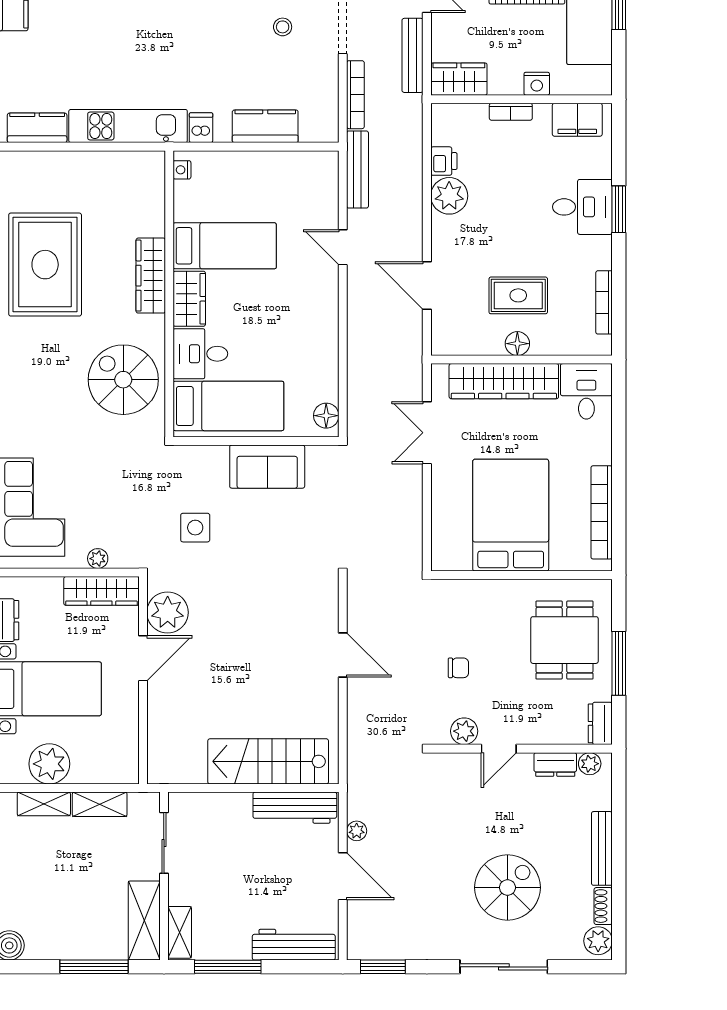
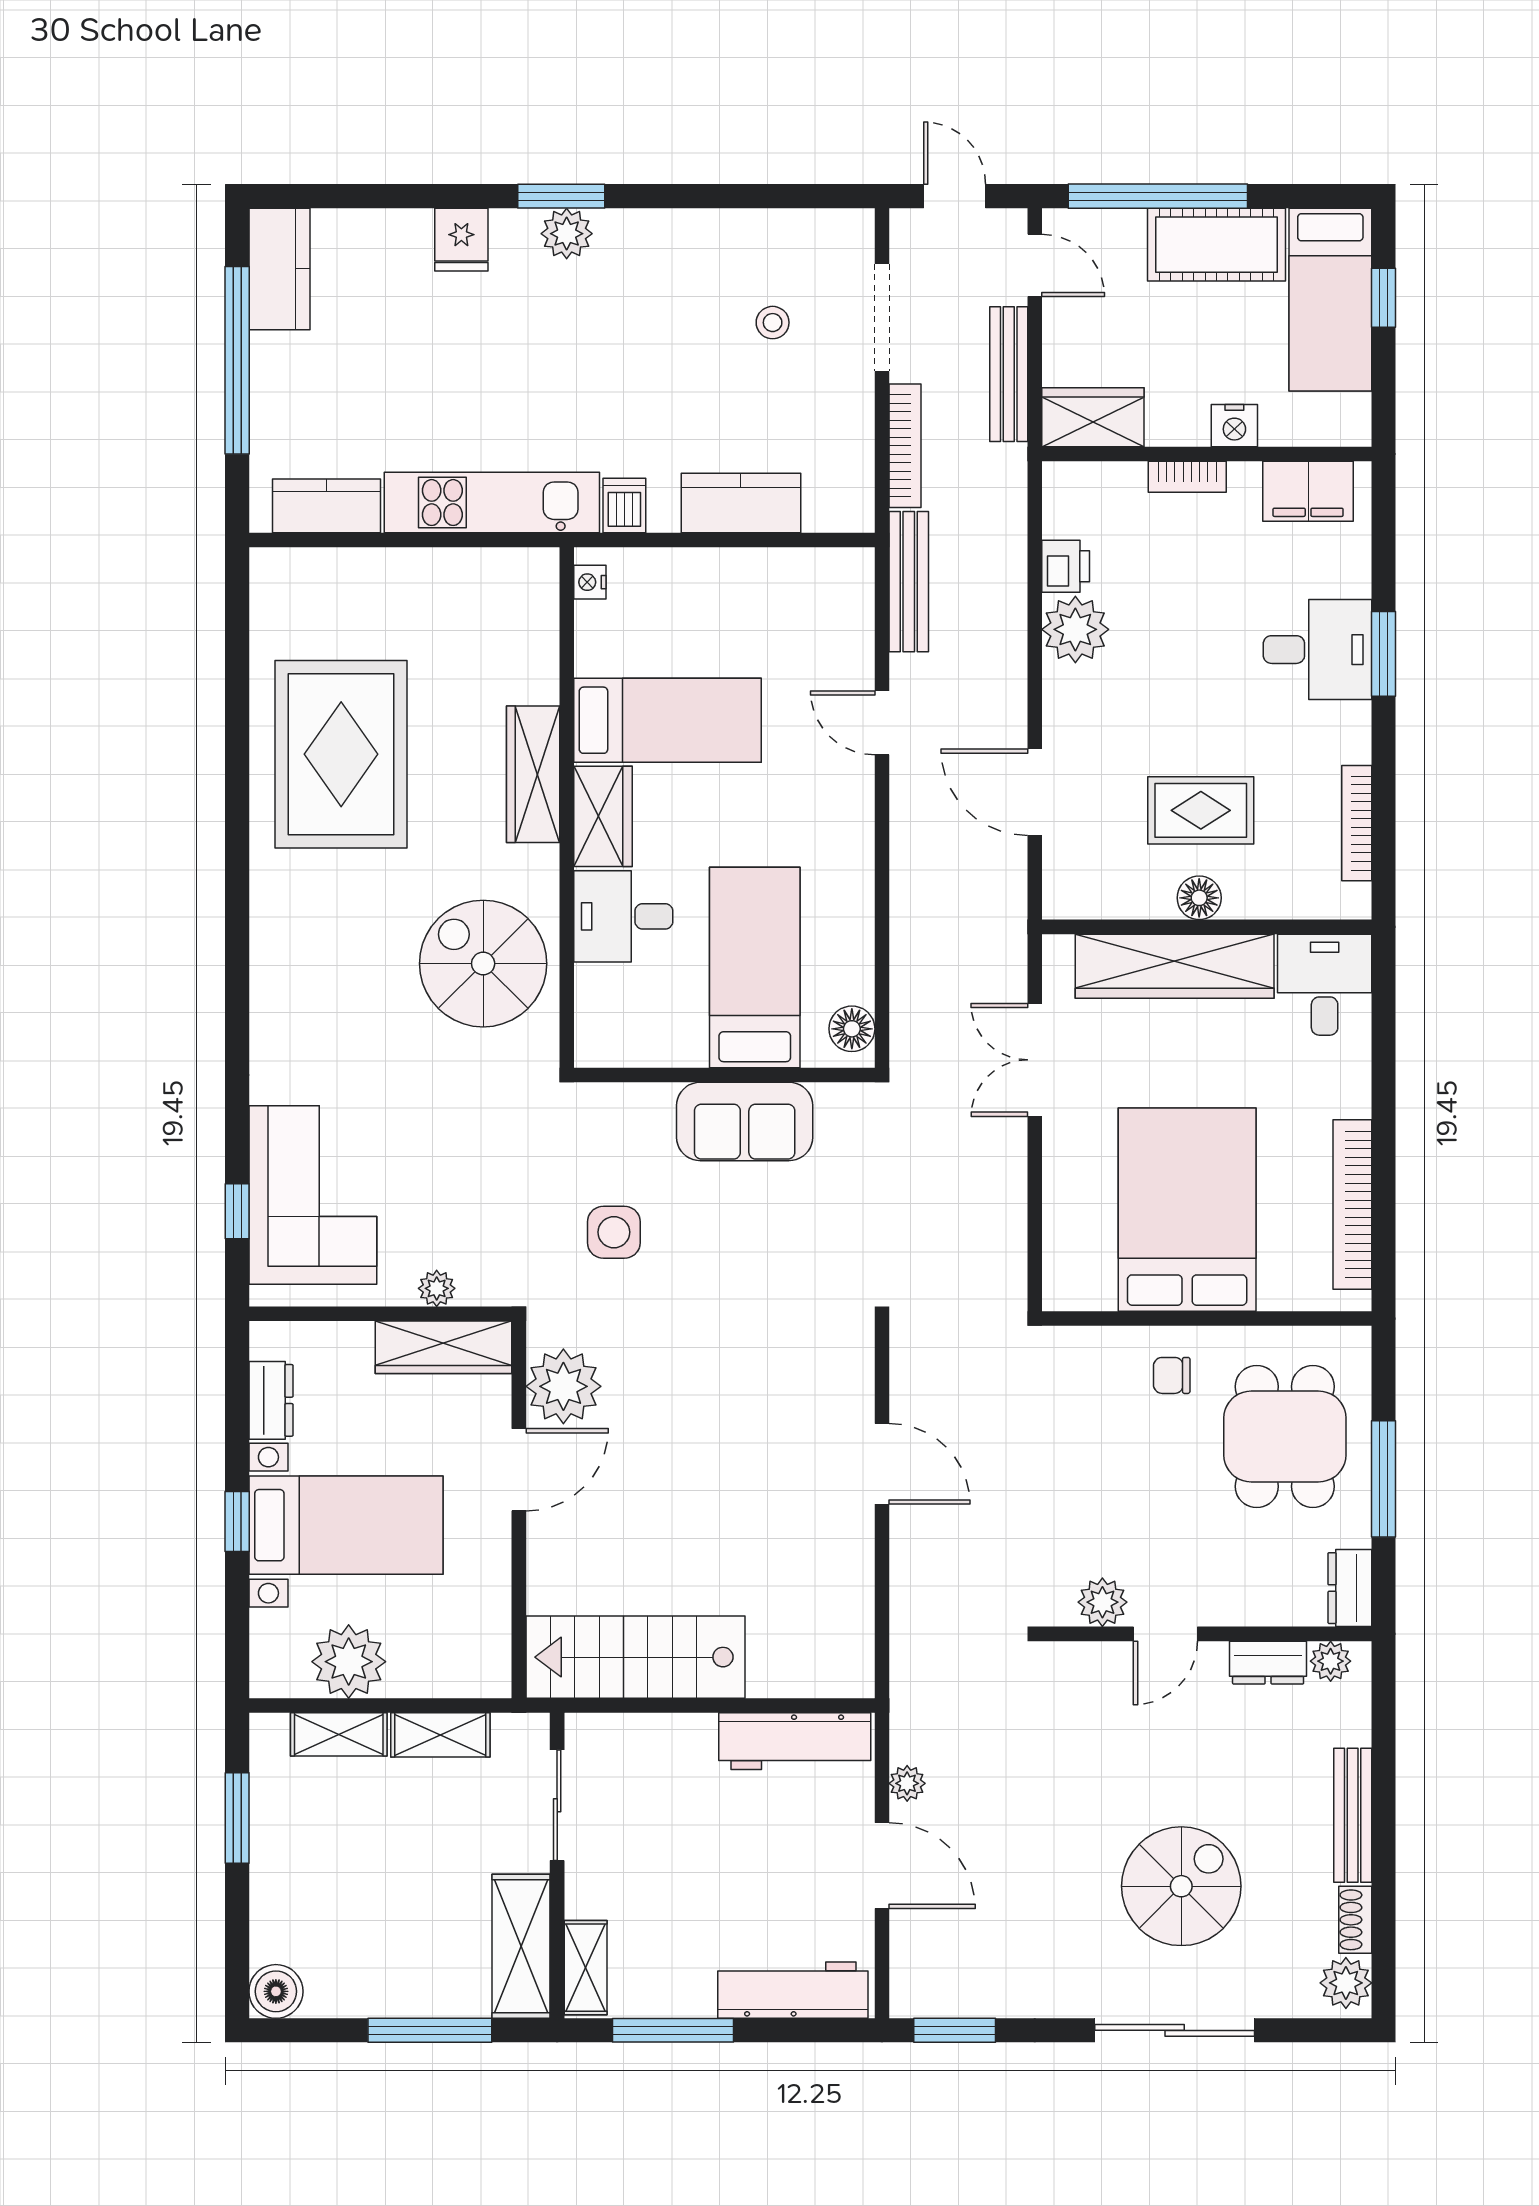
bed: (228, 406) -> (755, 967), moved, turned -90
chair: (458, 668) -> (1172, 1375), moved, turned 180
stairs: (268, 761) -> (635, 1657), moved

